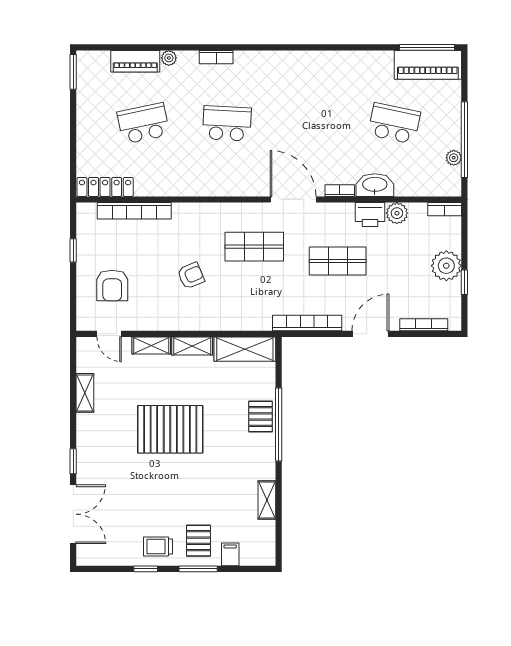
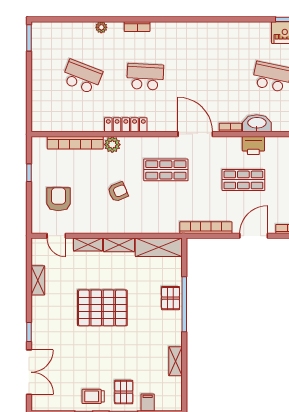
piano: (135, 61) -> (76, 30), removed
school desk: (143, 123) -> (82, 77), turned 33
locker: (105, 187) -> (126, 125), moved
plant: (397, 213) -> (112, 145), moved
shop shelf: (338, 261) -> (243, 180), moved
armchair: (112, 285) -> (58, 199), turned 180

